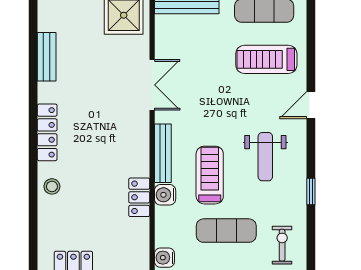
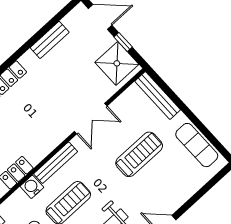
treadmill: (266, 59) -> (139, 154), moved, turned 90

